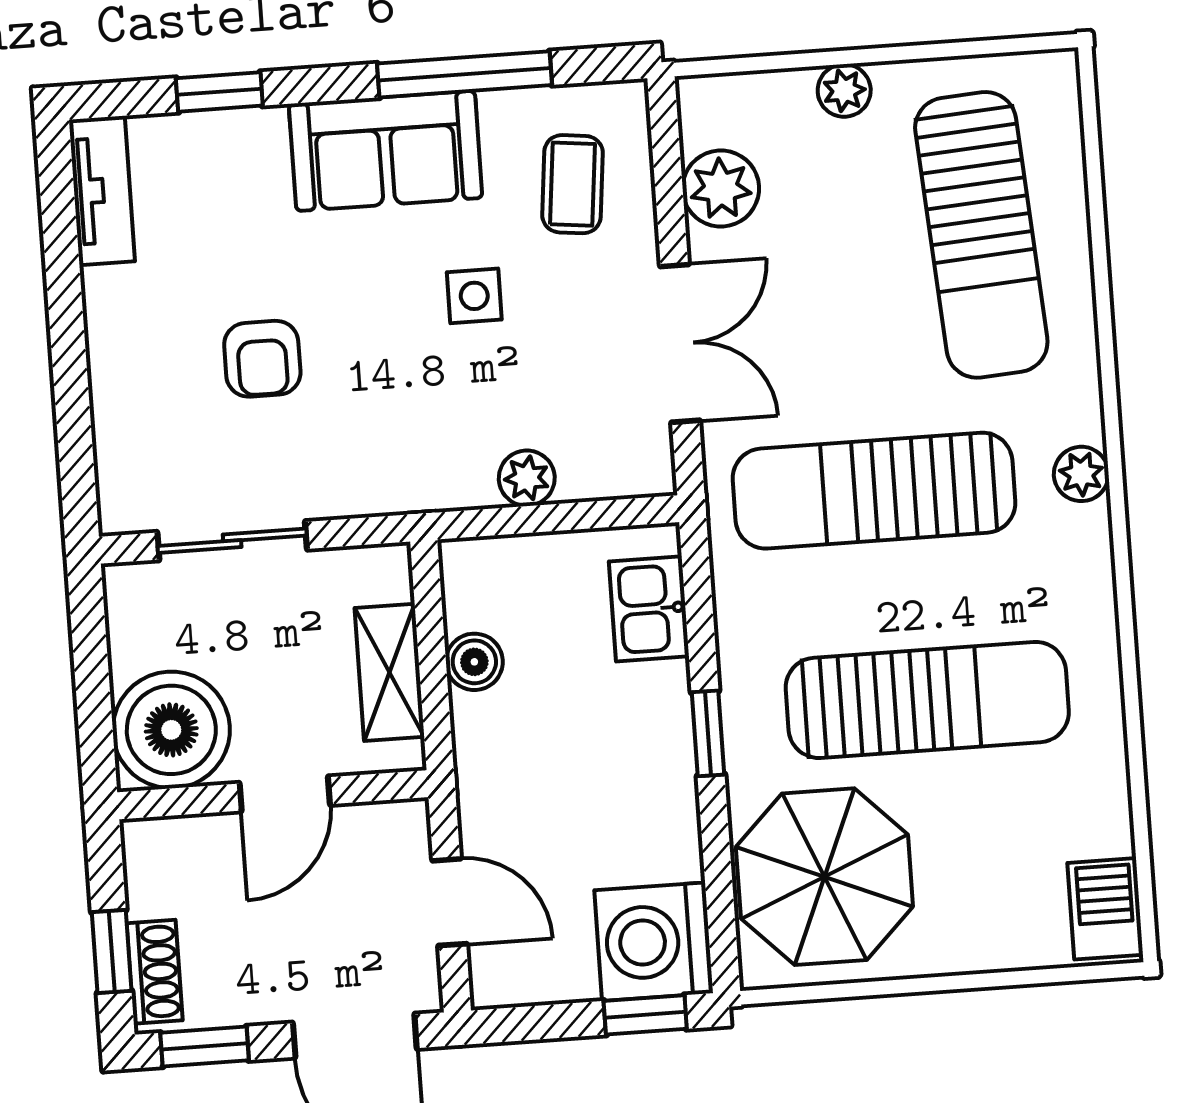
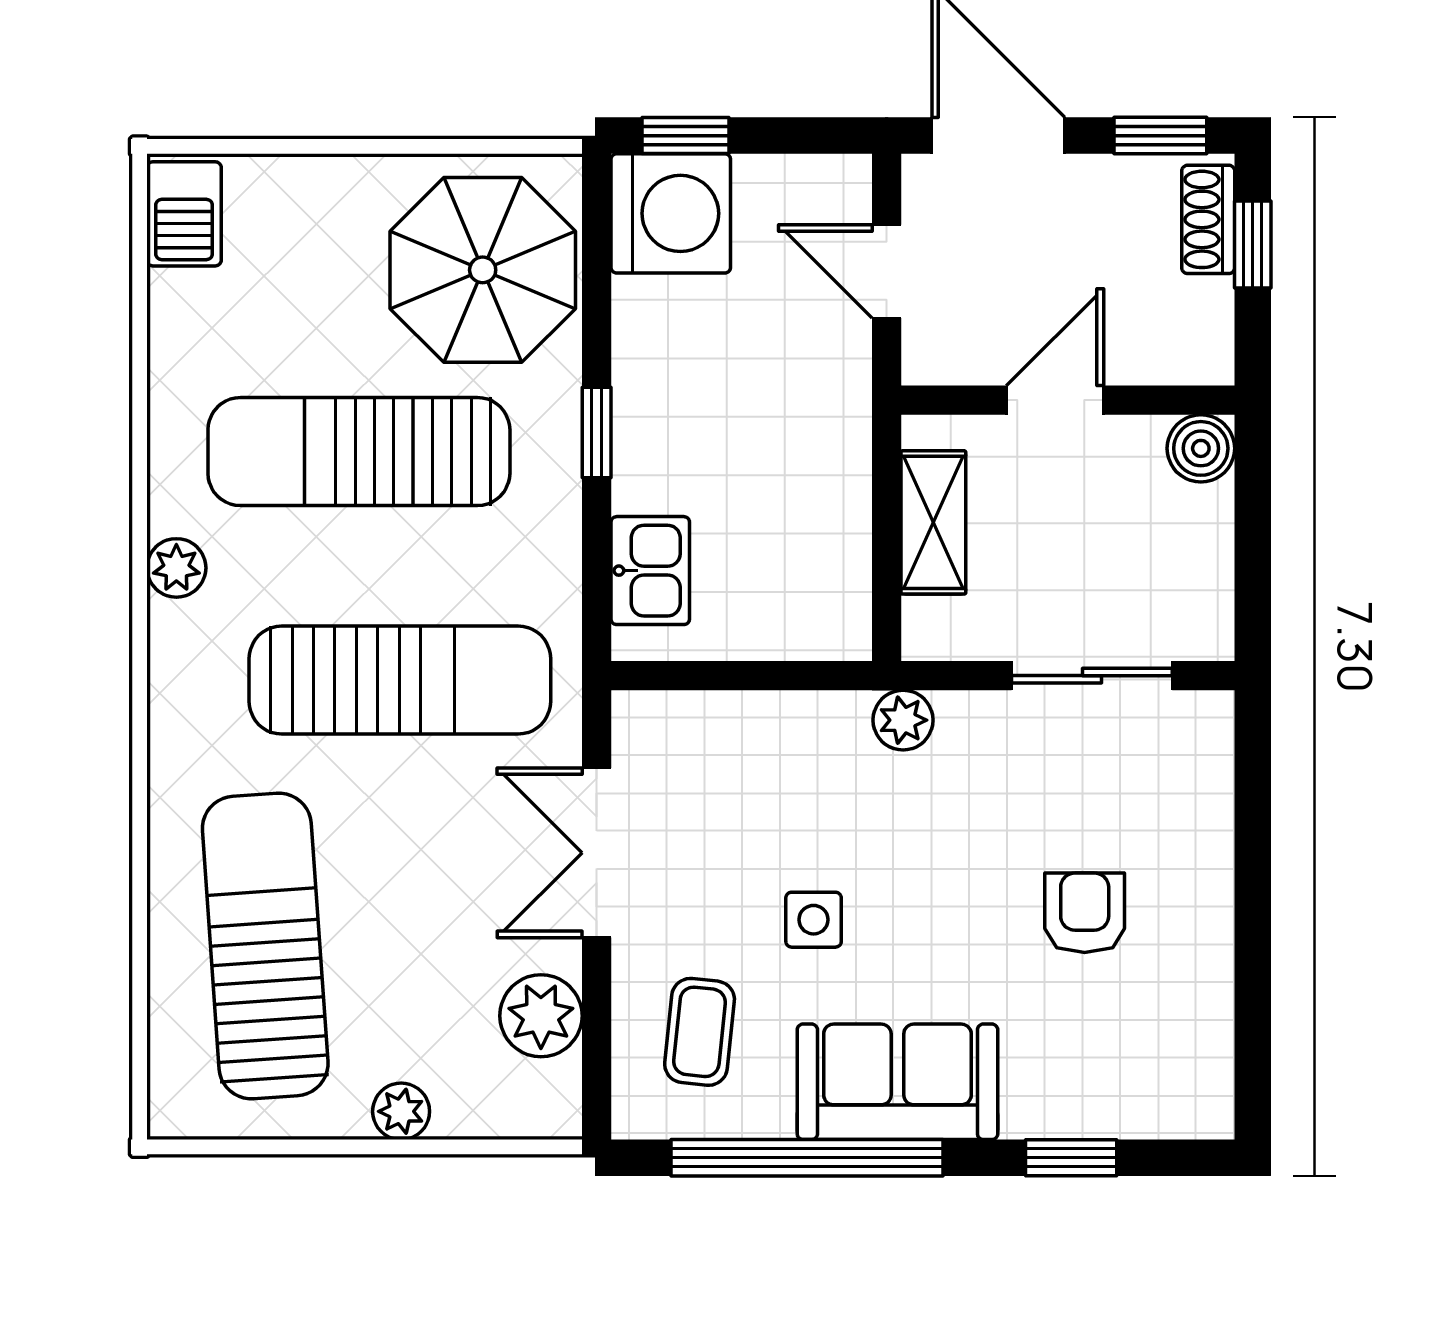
window: (464, 74) -> (807, 1158), width x1.46
tv unit: (102, 190) -> (1205, 1061), removed
armchair: (262, 359) -> (1085, 913), moved
plant: (1081, 474) -> (176, 568), moved
plant: (527, 478) -> (903, 720), moved
boiler: (474, 662) -> (842, 527), removed
boiler: (171, 730) -> (1201, 448), width x0.54, depth x0.54

